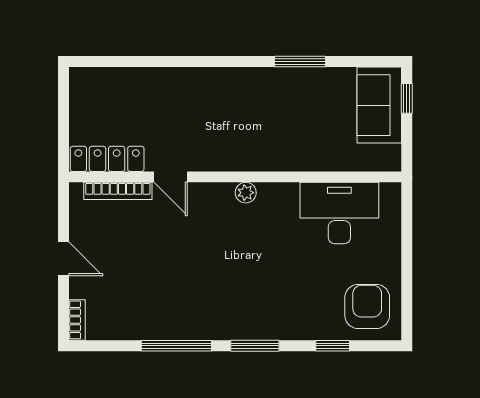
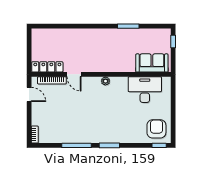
sofa: (379, 105) -> (152, 63), moved, turned 90
door: (63, 259) -> (29, 94), moved
window: (333, 346) -> (159, 145), moved

